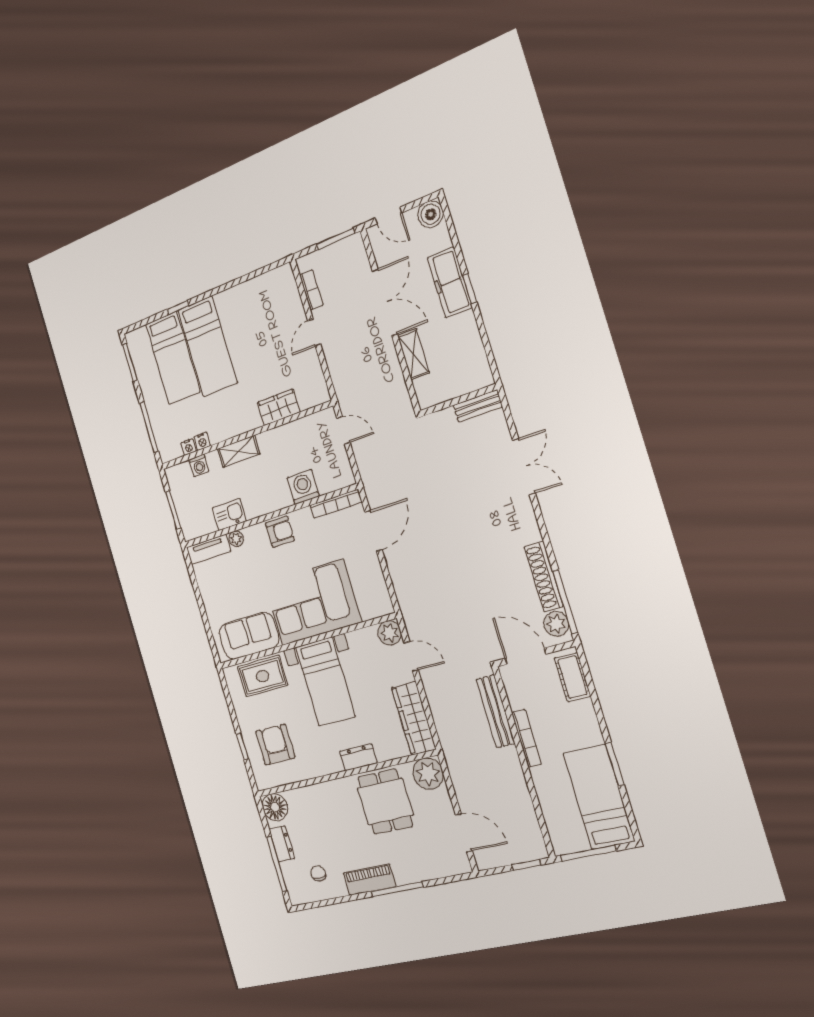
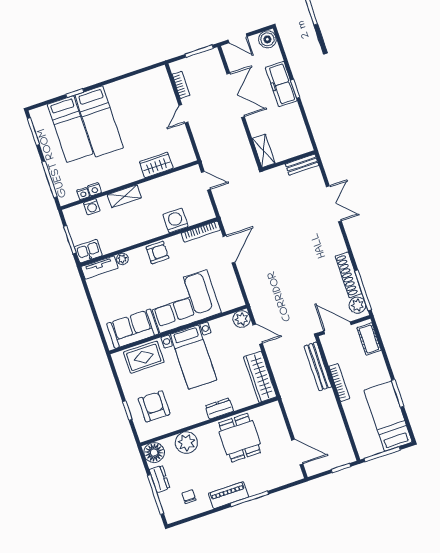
shelving: (414, 354) -> (264, 151), moved
kitchen sink: (229, 515) -> (88, 251), moved
plant: (428, 774) -> (186, 443), moved

